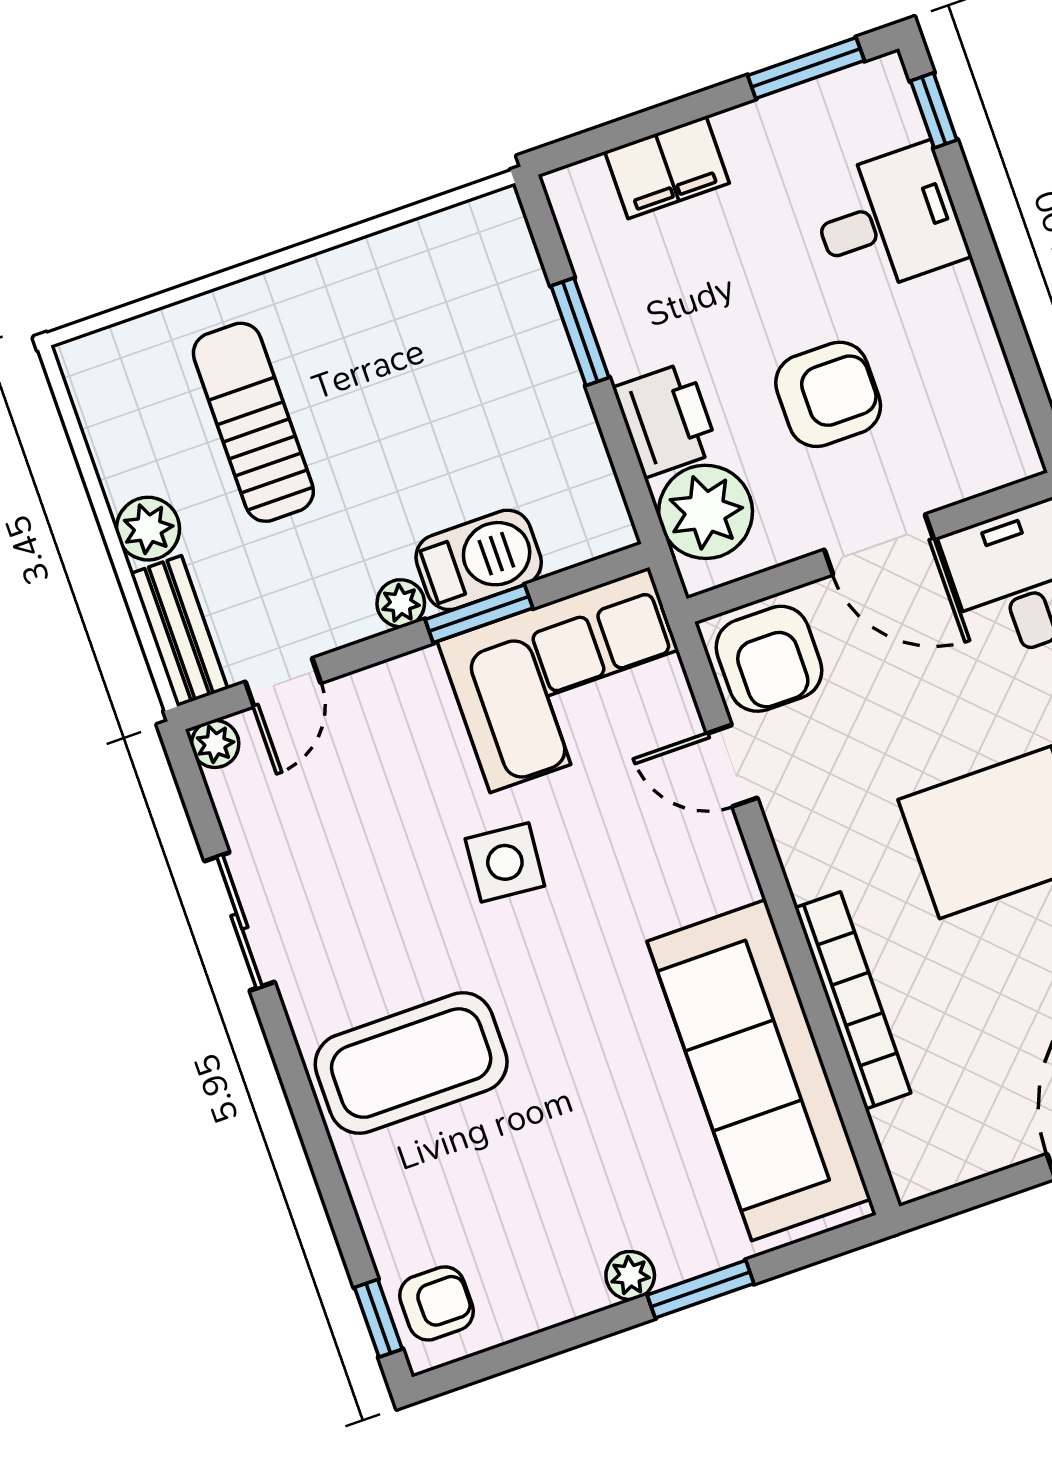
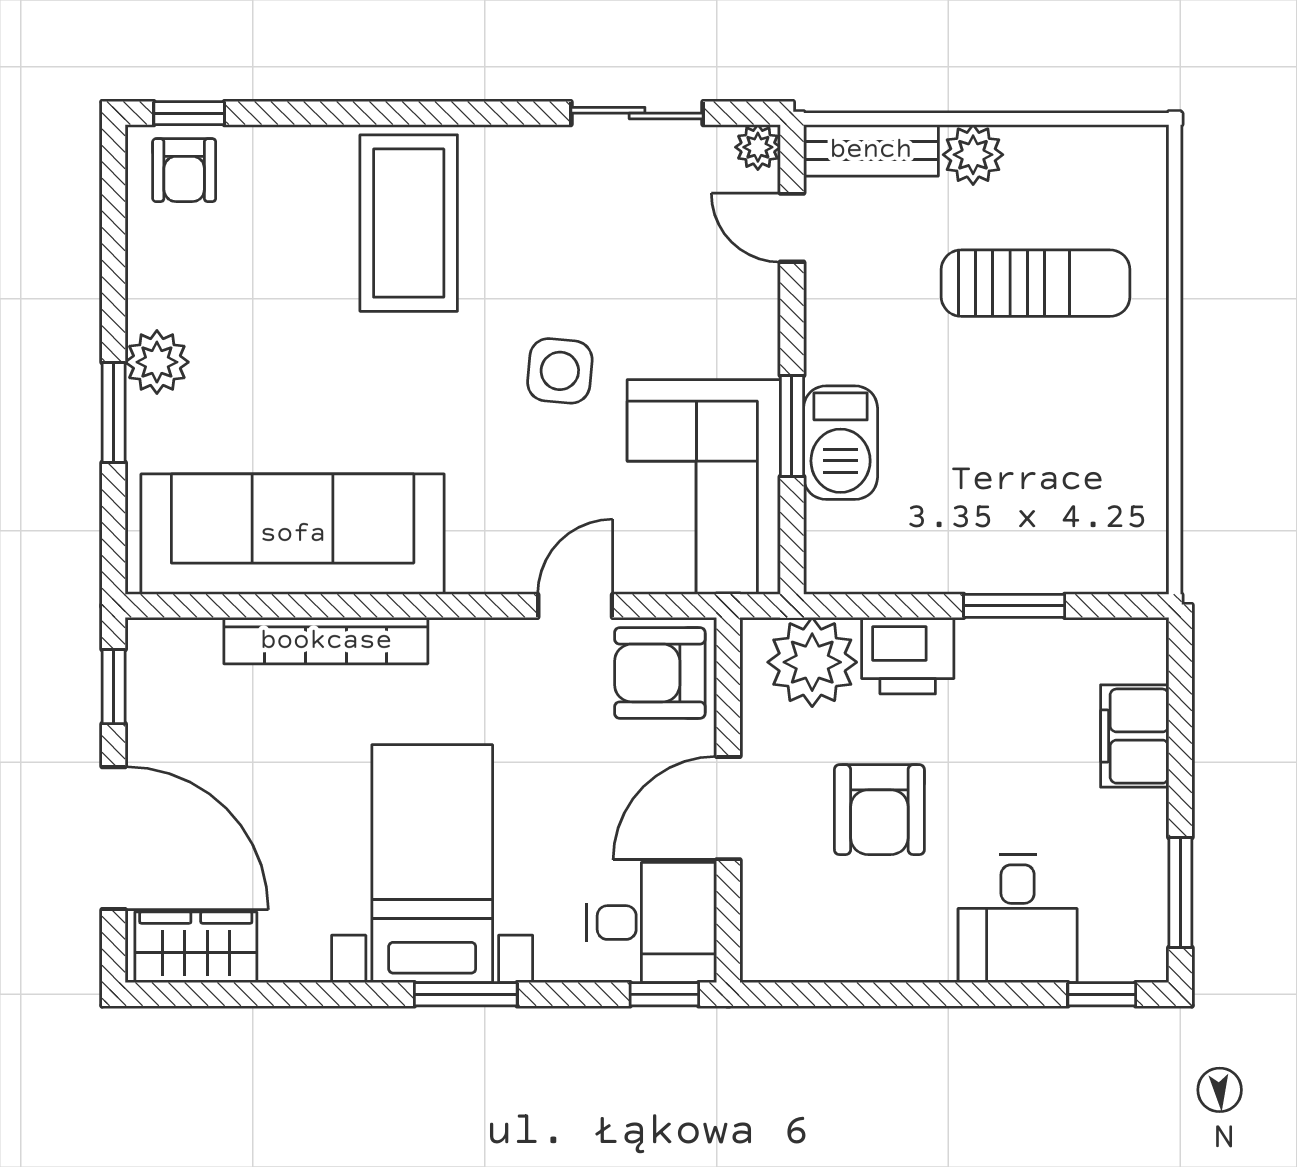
plant: (401, 603) -> (826, 359), removed
sliding door: (239, 922) -> (637, 113), moved
window: (972, 1194) -> (114, 687), added
plant: (630, 1275) -> (157, 362), width x1.38, depth x1.38

